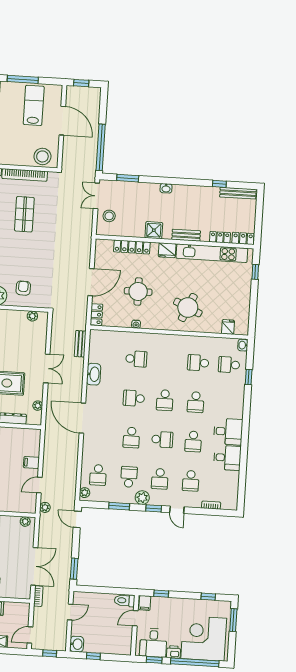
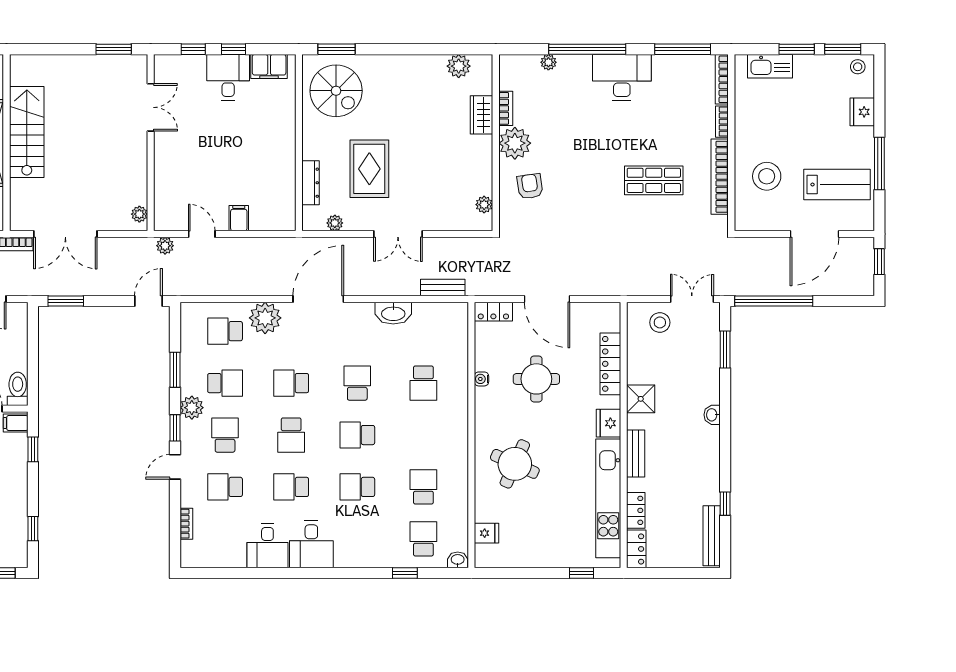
stool: (42, 156) -> (767, 176), moved
armchair: (23, 288) -> (530, 186), turned -99
school desk: (160, 479) -> (225, 435), turned 90
plant: (85, 493) -> (265, 318), moved, width x1.88, depth x1.88

